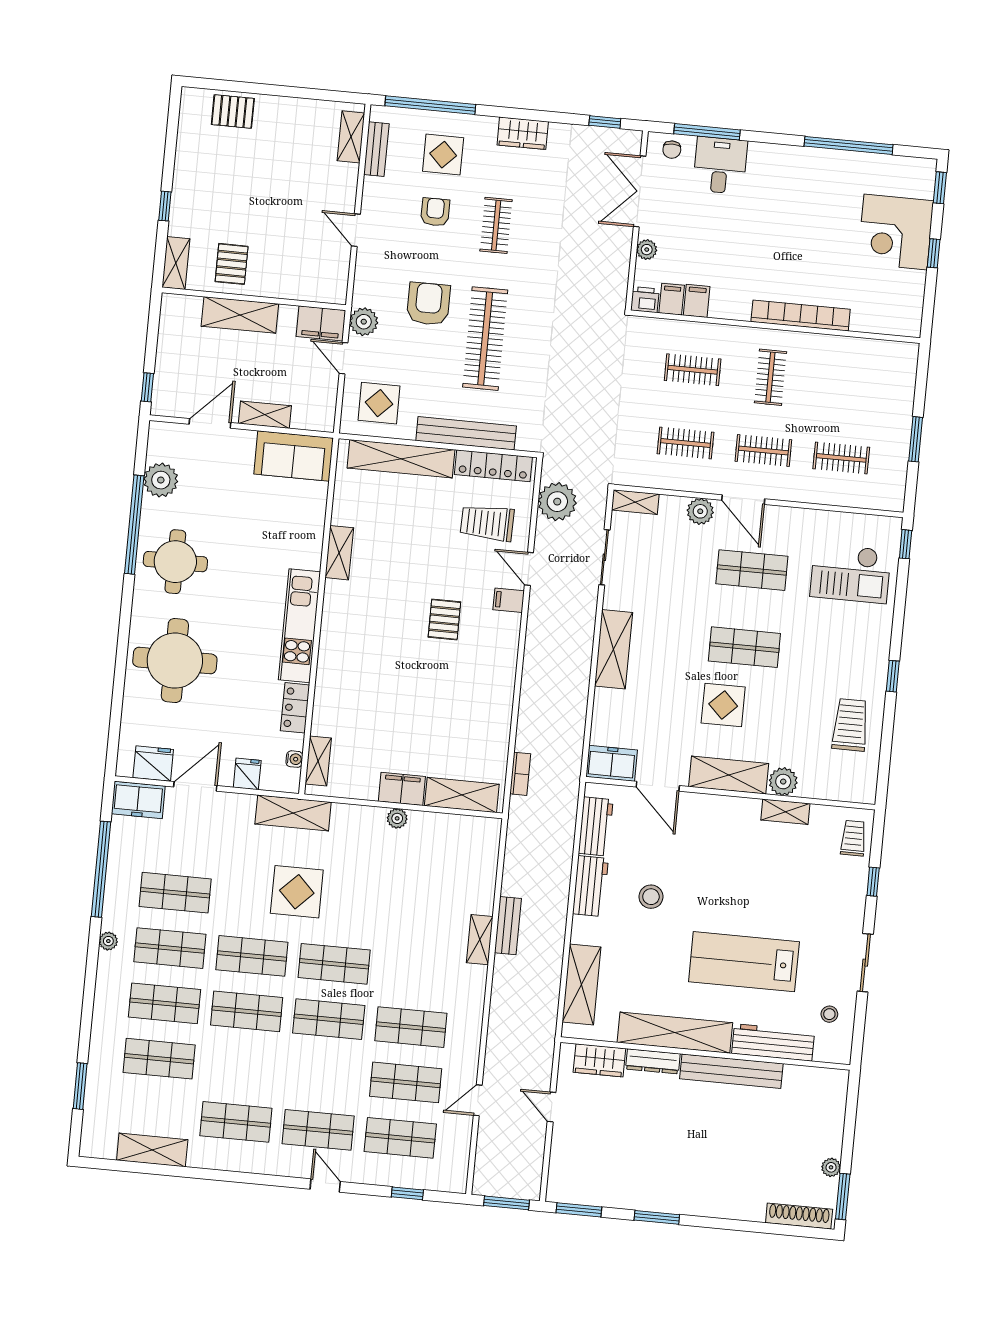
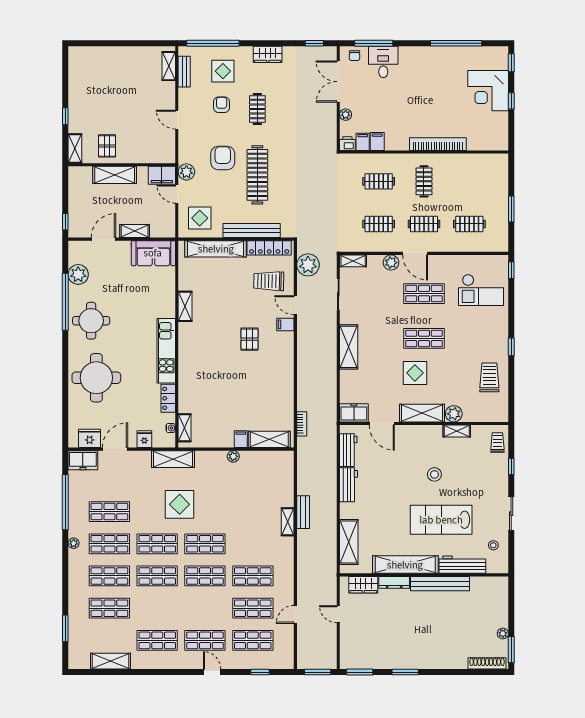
pallet: (233, 111) -> (99, 58), removed
filing cabinet: (402, 789) -> (241, 439), width x0.50
stool: (651, 897) -> (434, 474), moved

